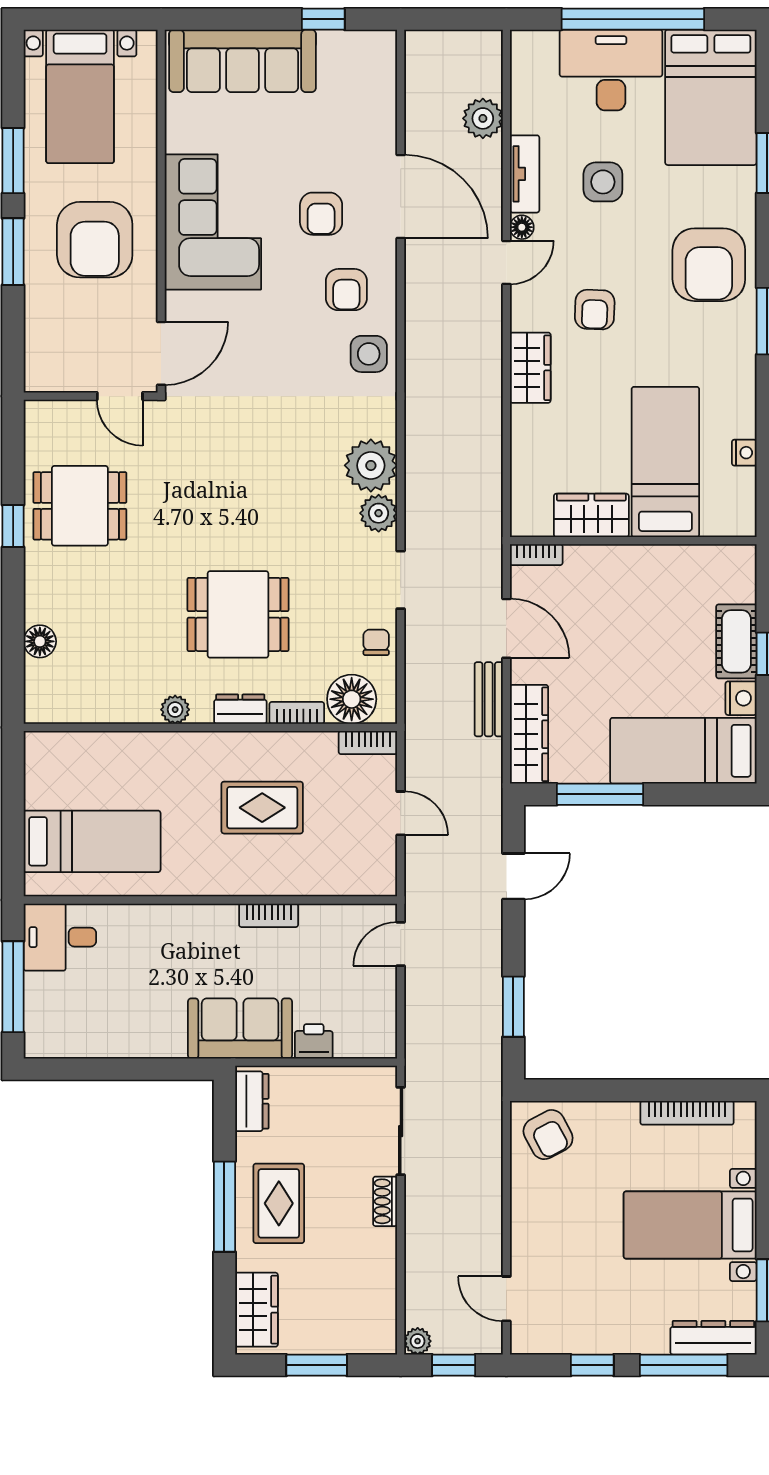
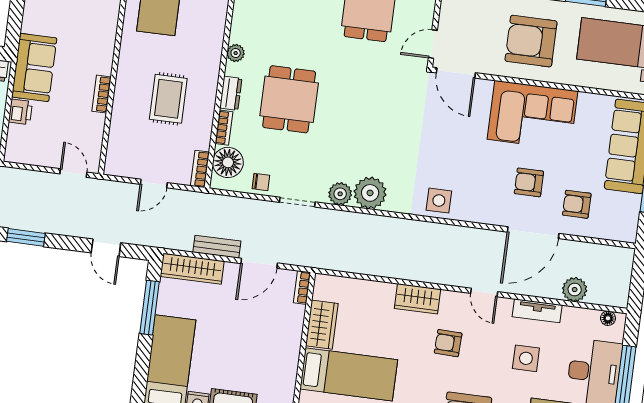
floor lamp: (522, 227) -> (608, 318), moved
armchair: (346, 290) -> (577, 204), moved

